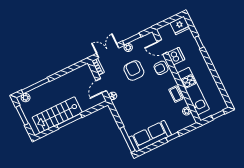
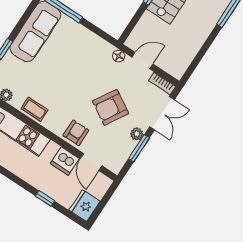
door: (162, 47) -> (91, 162), swing flipped
armchair: (134, 70) -> (111, 107), turned 121
door: (101, 86) -> (142, 61), hinge flipped

